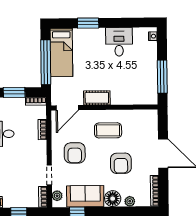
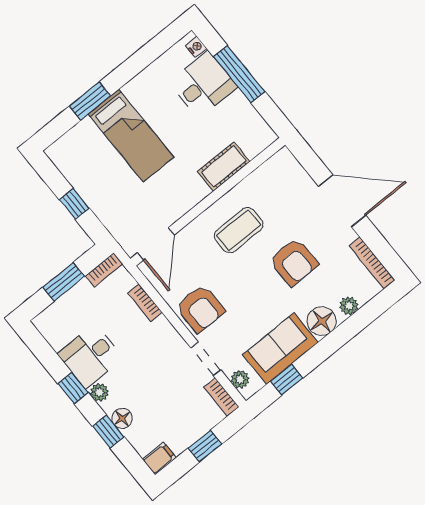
desk: (119, 42) -> (203, 85), moved, turned 90
bed: (61, 53) -> (131, 136), moved
window: (46, 62) -> (74, 204), width x0.32
window: (162, 77) -> (239, 74), moved
cot: (97, 98) -> (224, 166), moved
armchair: (75, 153) -> (200, 309), moved

